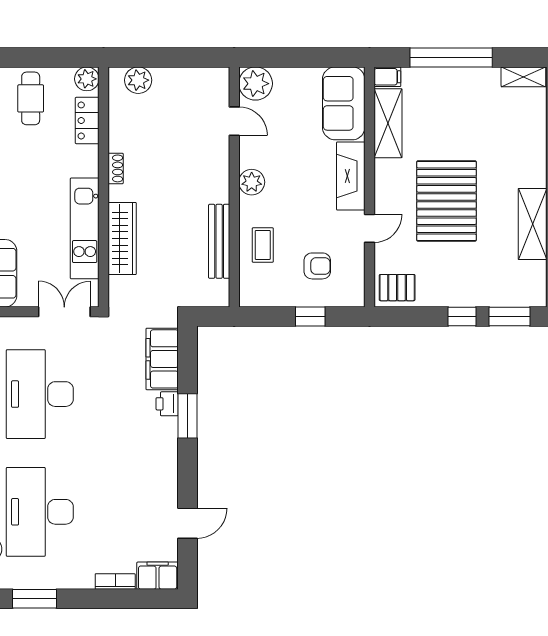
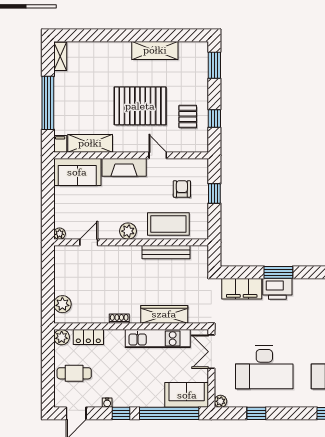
plant: (256, 84) -> (60, 234), width x0.53, depth x0.53
coffee table: (263, 245) -> (168, 224), width x1.86, depth x1.72
pallet: (397, 288) -> (188, 117), moved
window: (462, 316) -> (214, 118), moved
printer: (167, 404) -> (277, 289), width x1.87, depth x1.48

